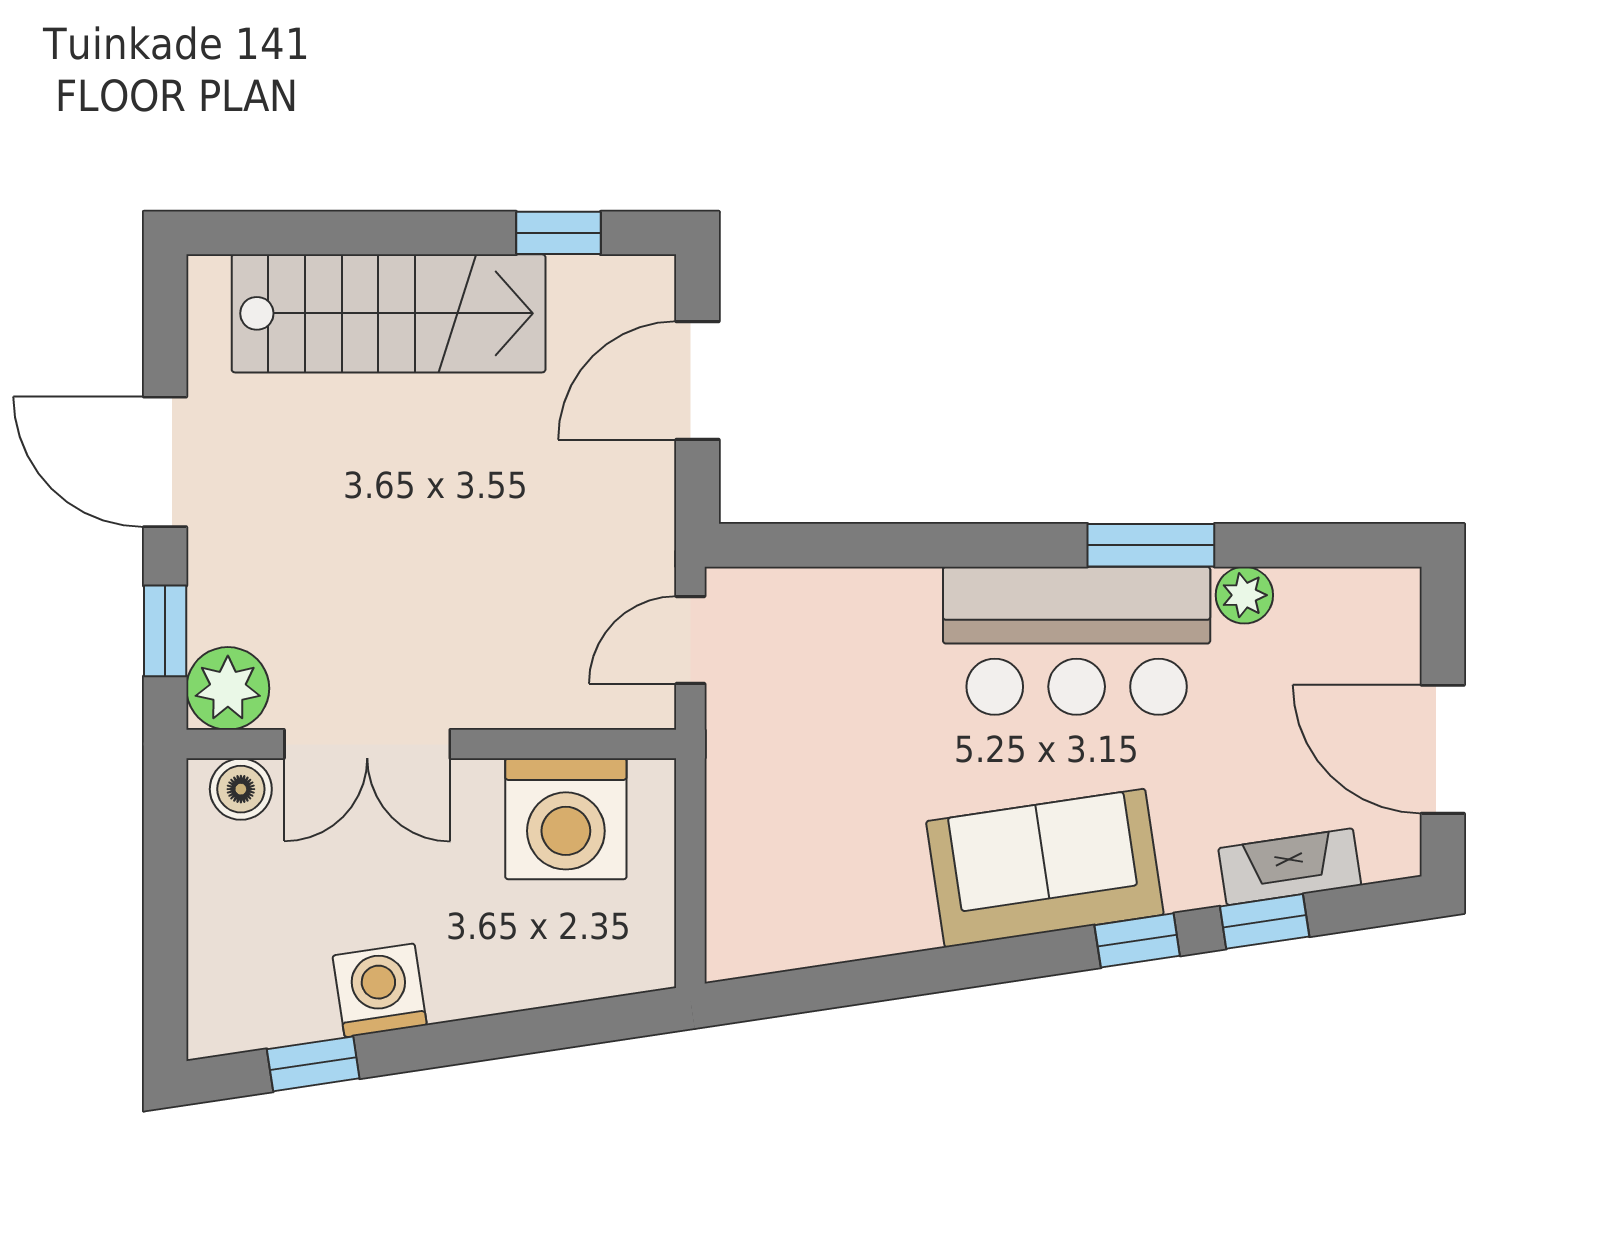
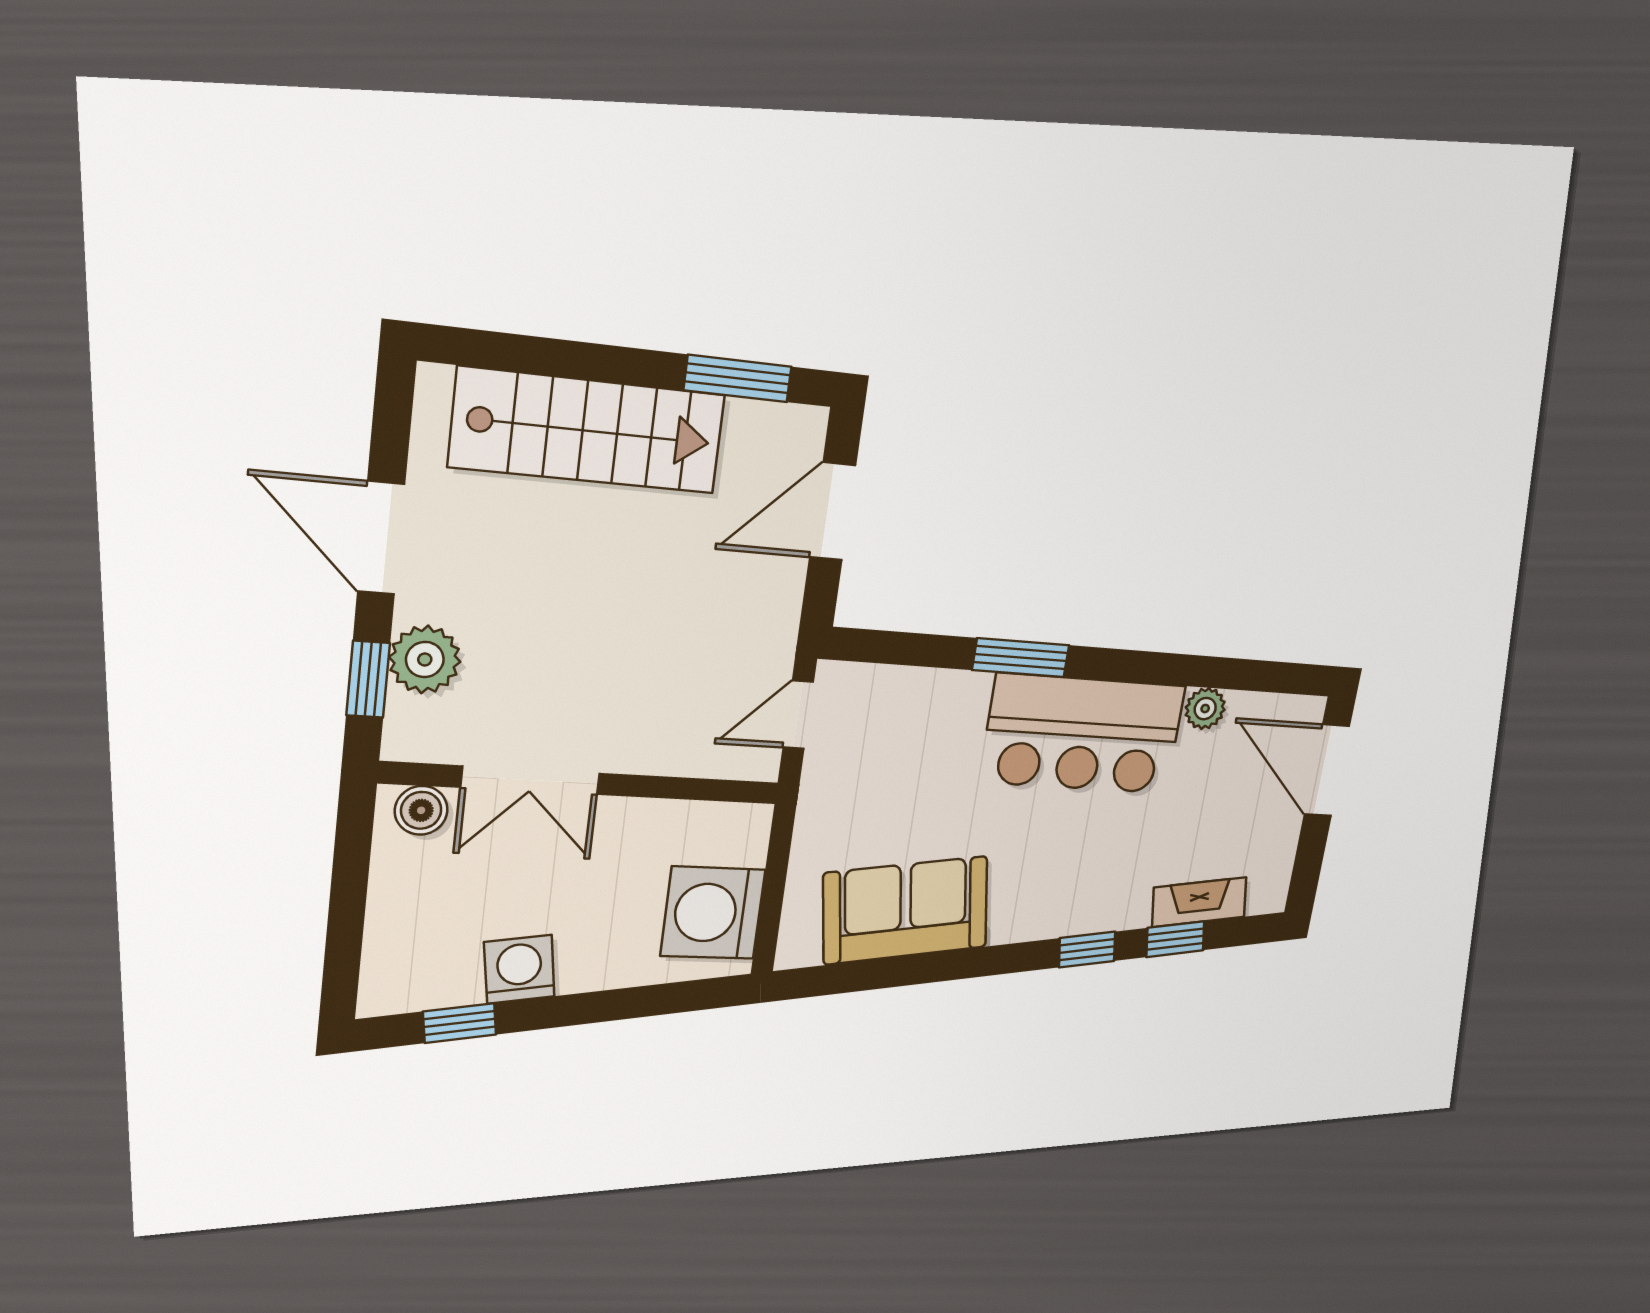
window: (558, 233) -> (738, 378), width x1.50
window: (1151, 545) -> (1021, 658), moved
plant: (228, 688) -> (425, 659), moved
door: (1443, 749) -> (1327, 770), moved
washing machine: (566, 819) -> (713, 913), moved, turned 90
sofa: (1045, 868) -> (906, 910), moved

